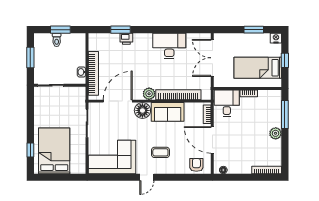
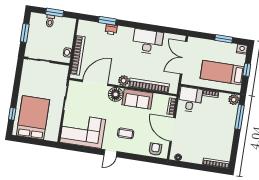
plant: (276, 133) -> (234, 100), moved

